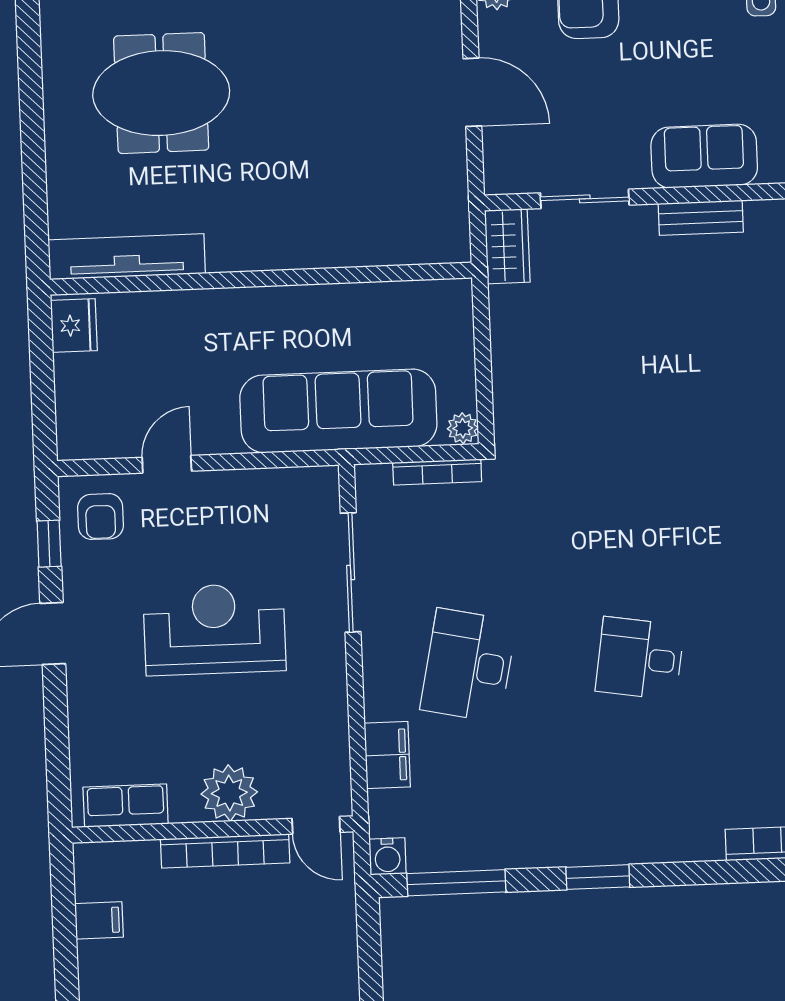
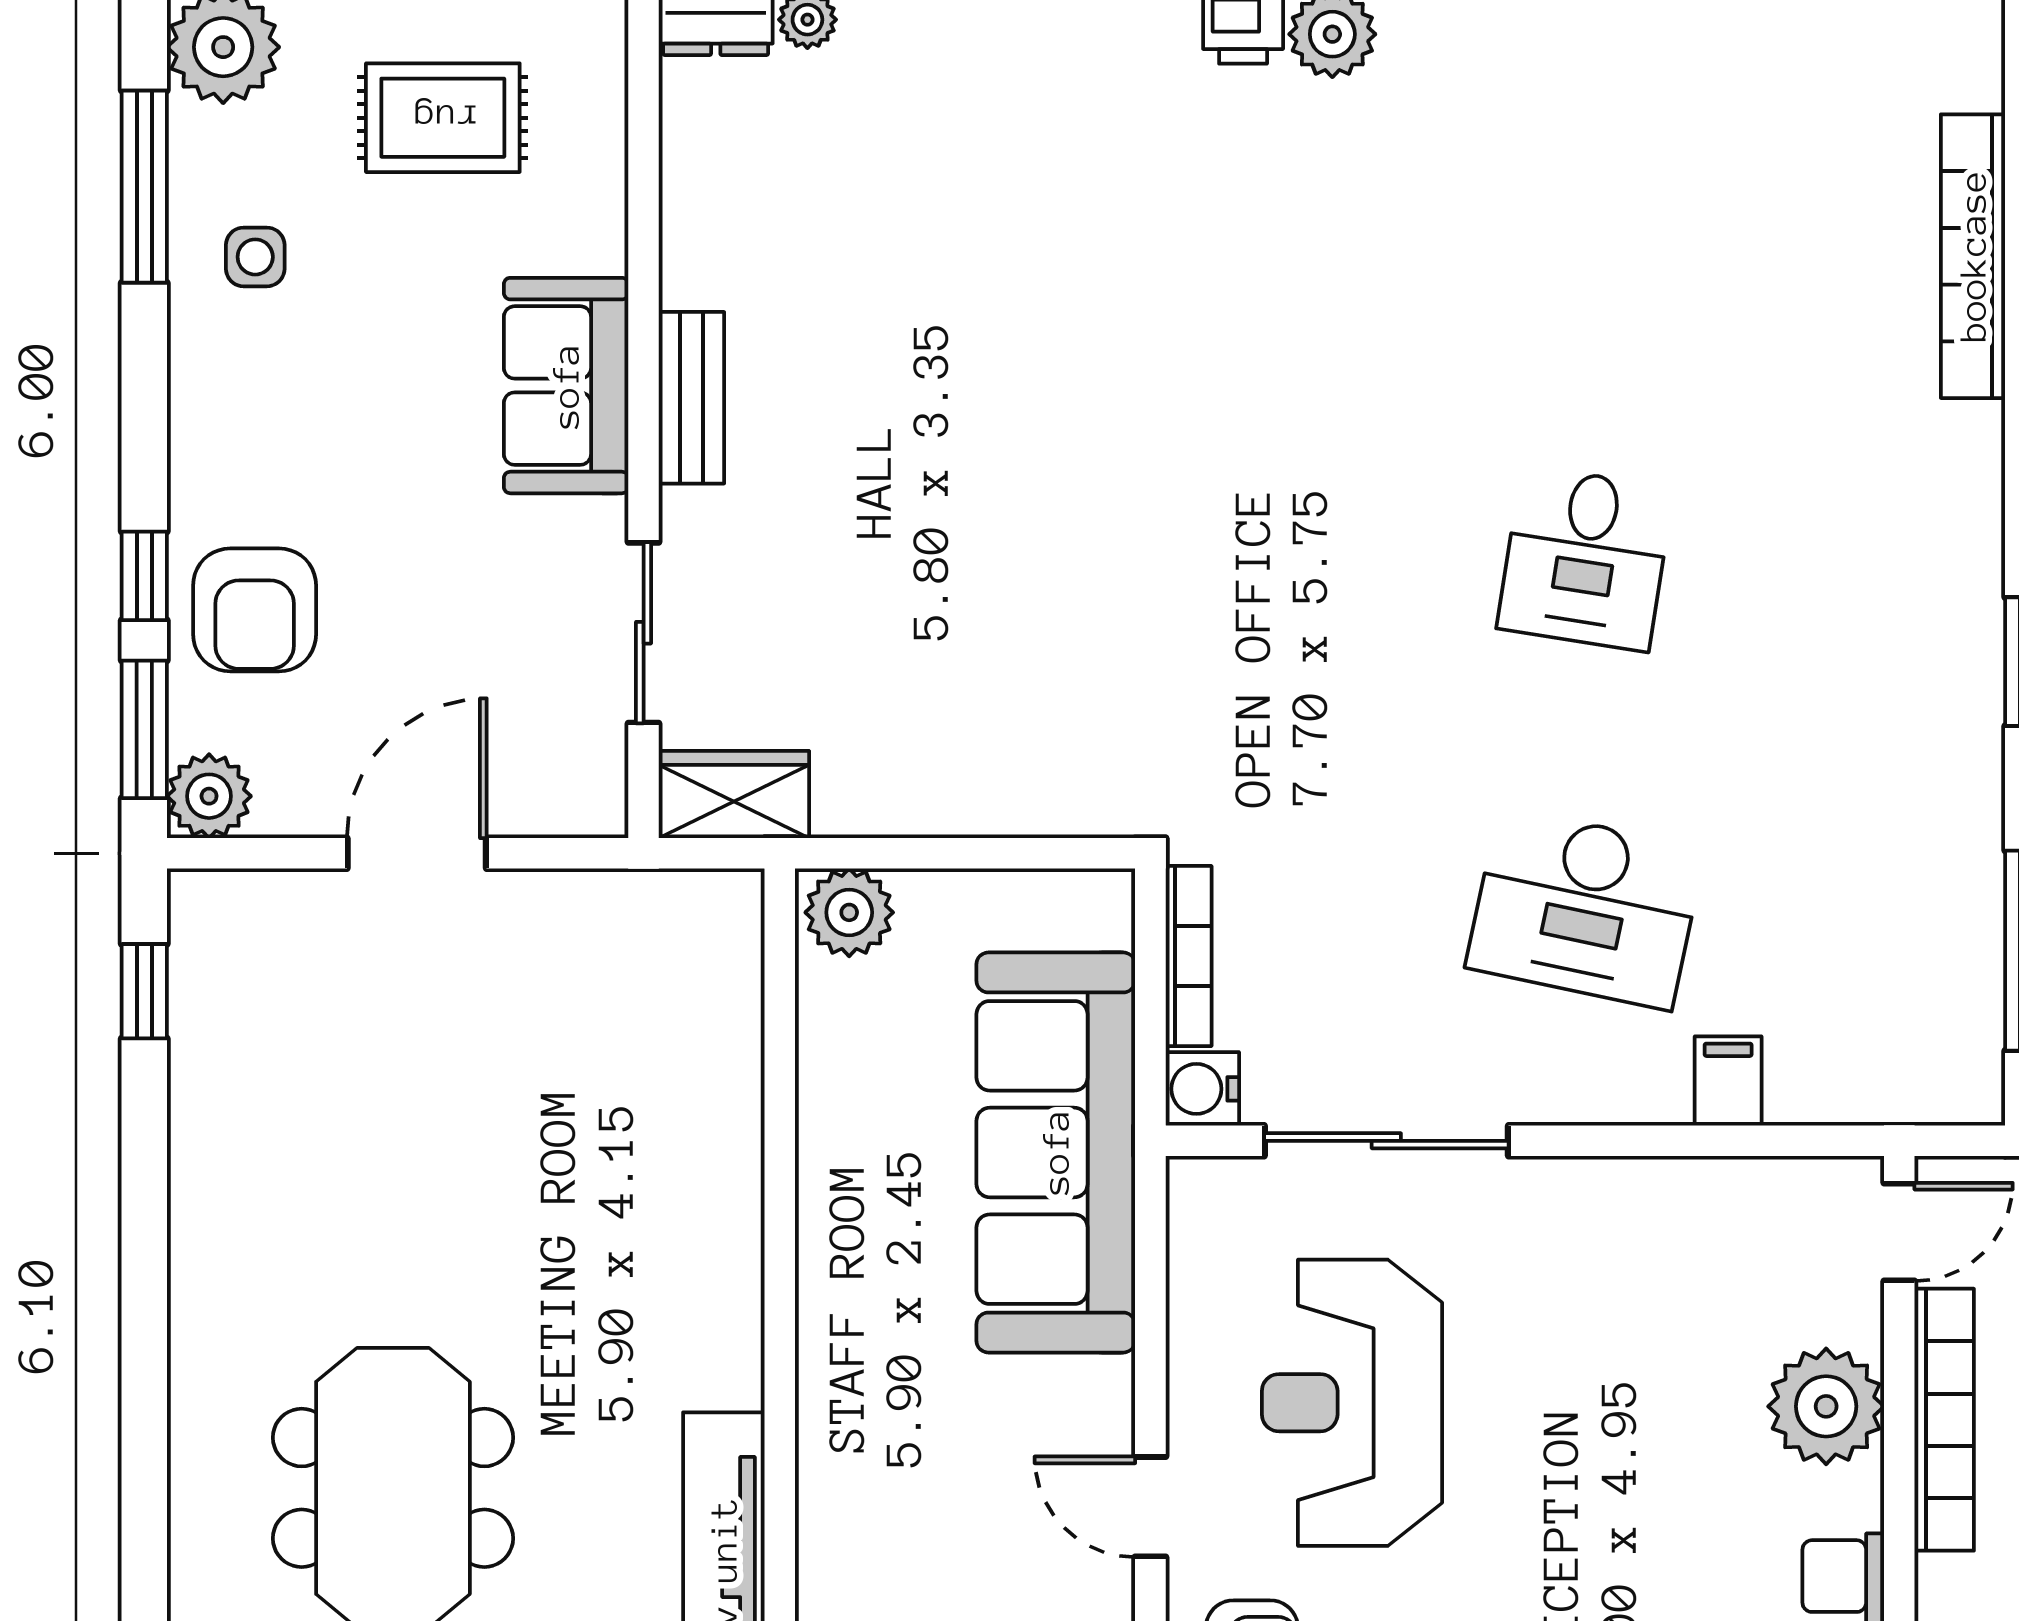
plant: (463, 428) -> (849, 912), moved, width x1.38, depth x1.38
reception desk: (215, 629) -> (1352, 1403), moved
filing cabinet: (387, 755) -> (1728, 1081), width x0.50
water cooler: (387, 856) -> (1202, 1089), moved, turned 180

